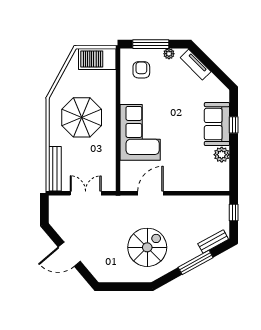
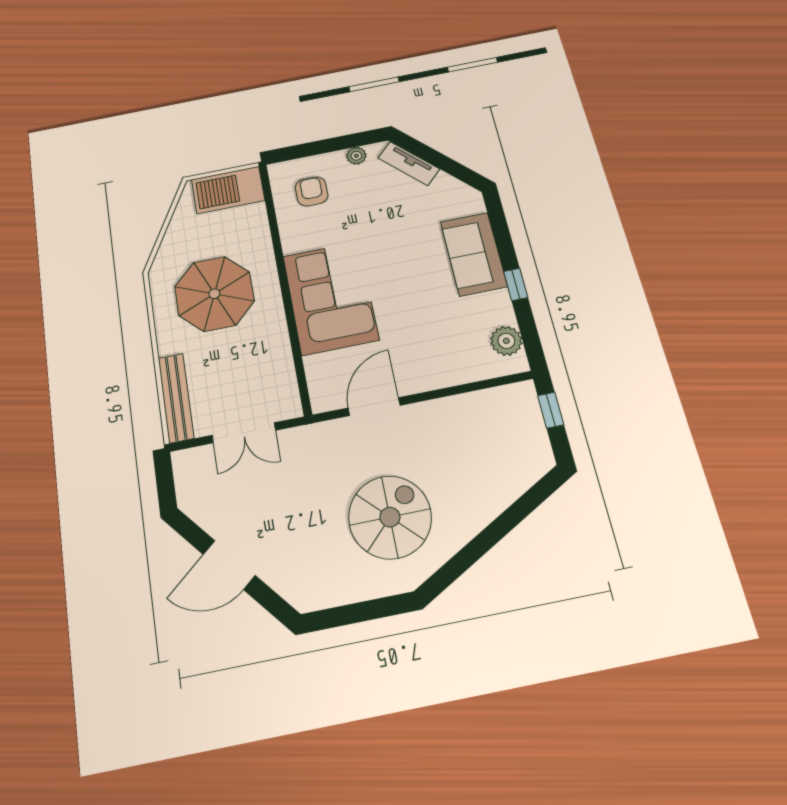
window: (151, 44) -> (320, 147), removed
window: (234, 125) -> (516, 285), moved
plant: (222, 155) -> (506, 341), moved
double door: (86, 193) -> (244, 433), swing flipped
bench: (213, 241) -> (525, 477), removed
window: (196, 262) -> (499, 529), removed

